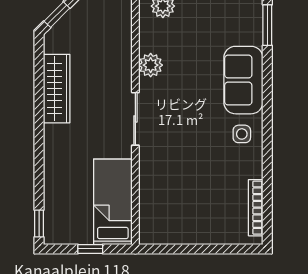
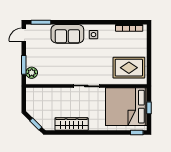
plant: (151, 65) -> (60, 79), removed
bed: (113, 202) -> (126, 107), width x2.04
rug: (173, 207) -> (129, 68), added

